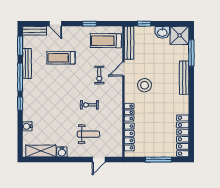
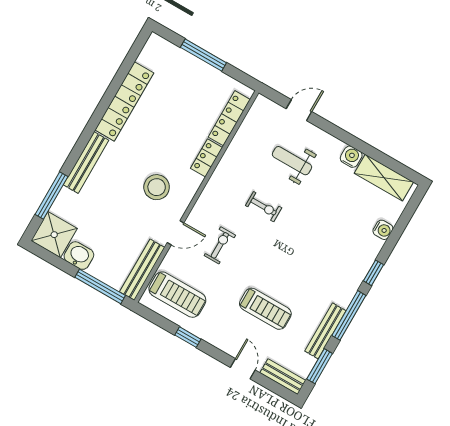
window: (144, 24) -> (100, 286), width x2.17
locker: (183, 136) -> (124, 102), moved

